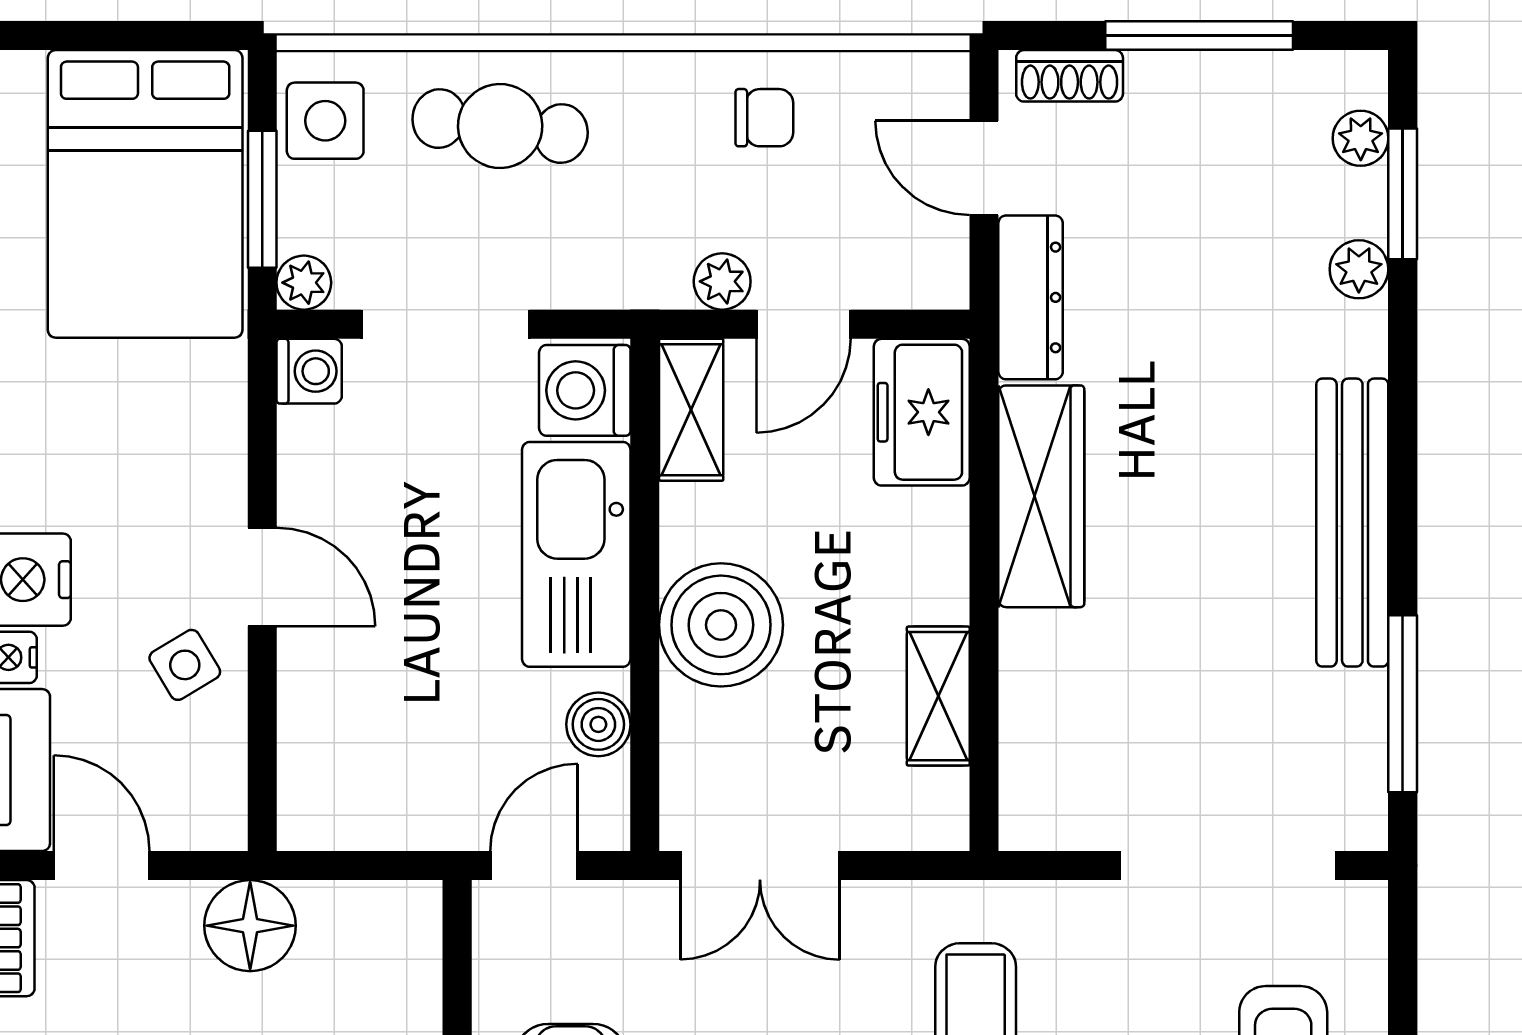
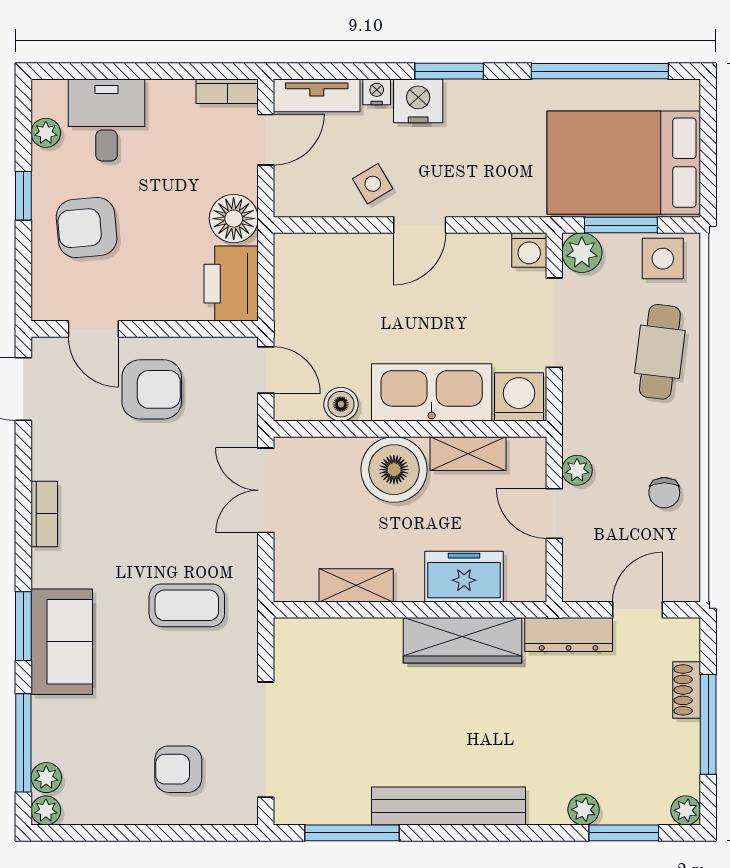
shoe rack: (1070, 76) -> (687, 690), moved
plant: (1361, 138) -> (686, 810), moved
plant: (304, 283) -> (582, 253), width x1.38, depth x1.38
shelving: (691, 410) -> (468, 454), moved
freezer: (922, 412) -> (464, 577), moved
printer: (372, 931) -> (231, 284), added

